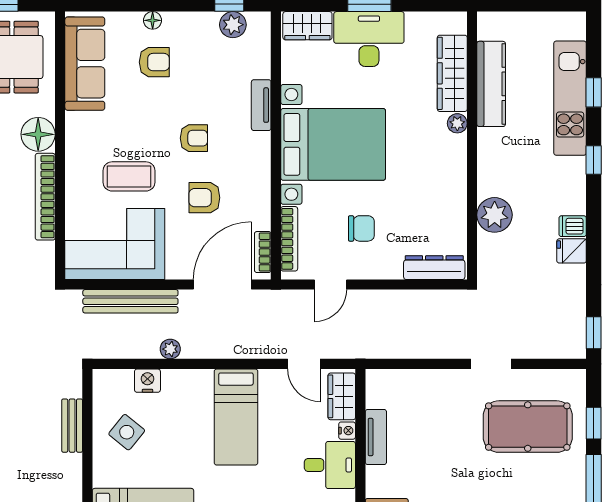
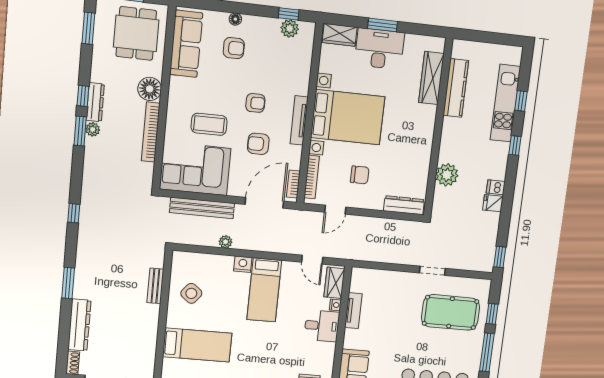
tv unit: (261, 105) -> (299, 120), moved, width x1.41
plant: (457, 123) -> (430, 112), removed
nightstand: (147, 381) -> (243, 264), moved

